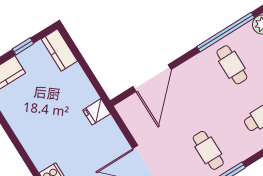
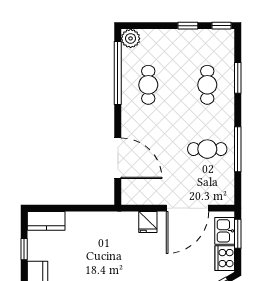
cafe table: (232, 65) -> (148, 85), turned 90
fridge: (97, 112) -> (148, 222), moved

